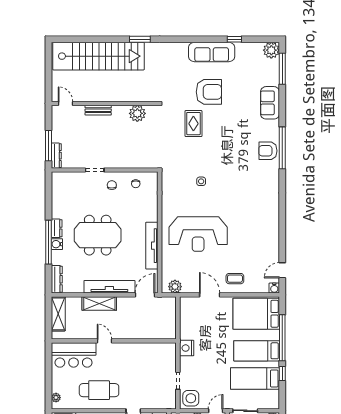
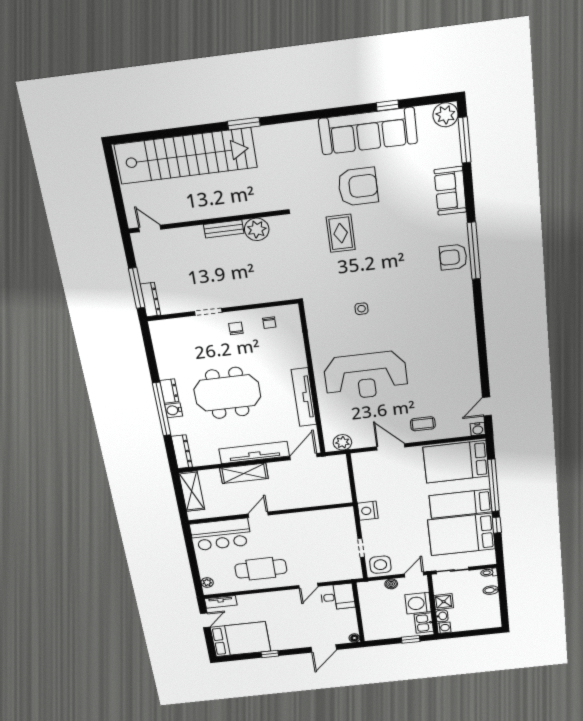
sofa: (212, 52) -> (368, 131), width x1.36, depth x1.27
bench: (98, 110) -> (224, 229), moved
door: (104, 341) -> (258, 515), hinge flipped
bed: (255, 379) -> (462, 534), width x1.50

